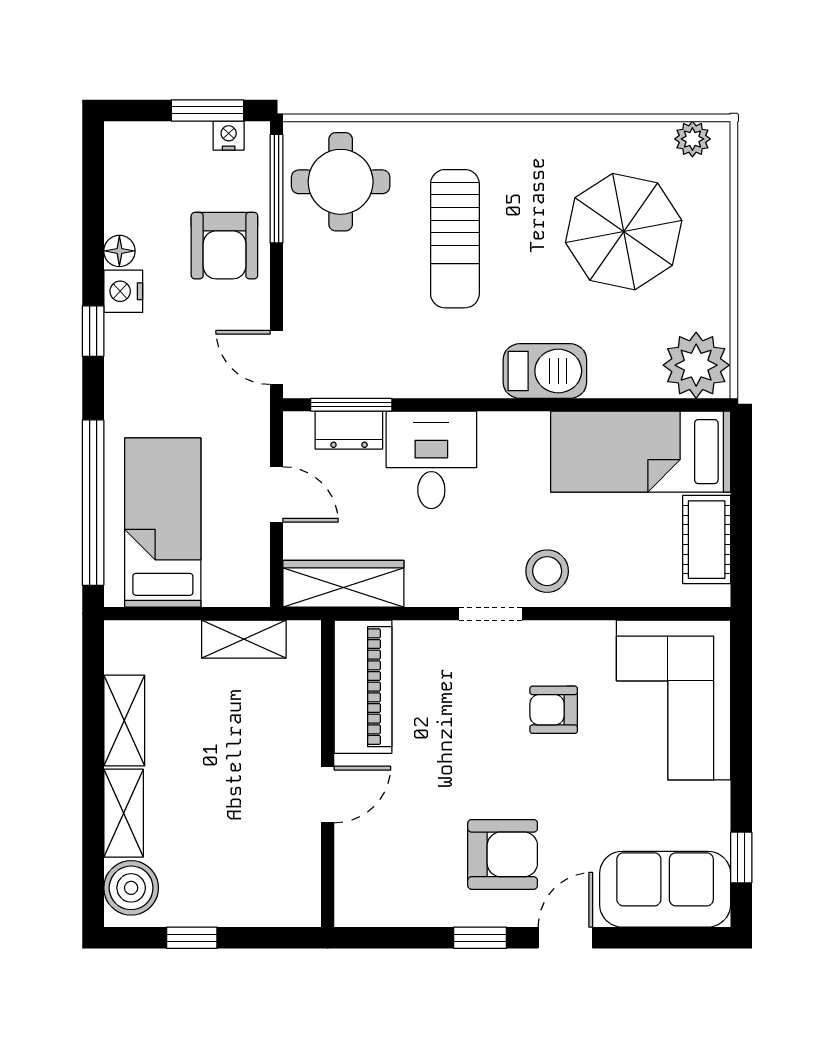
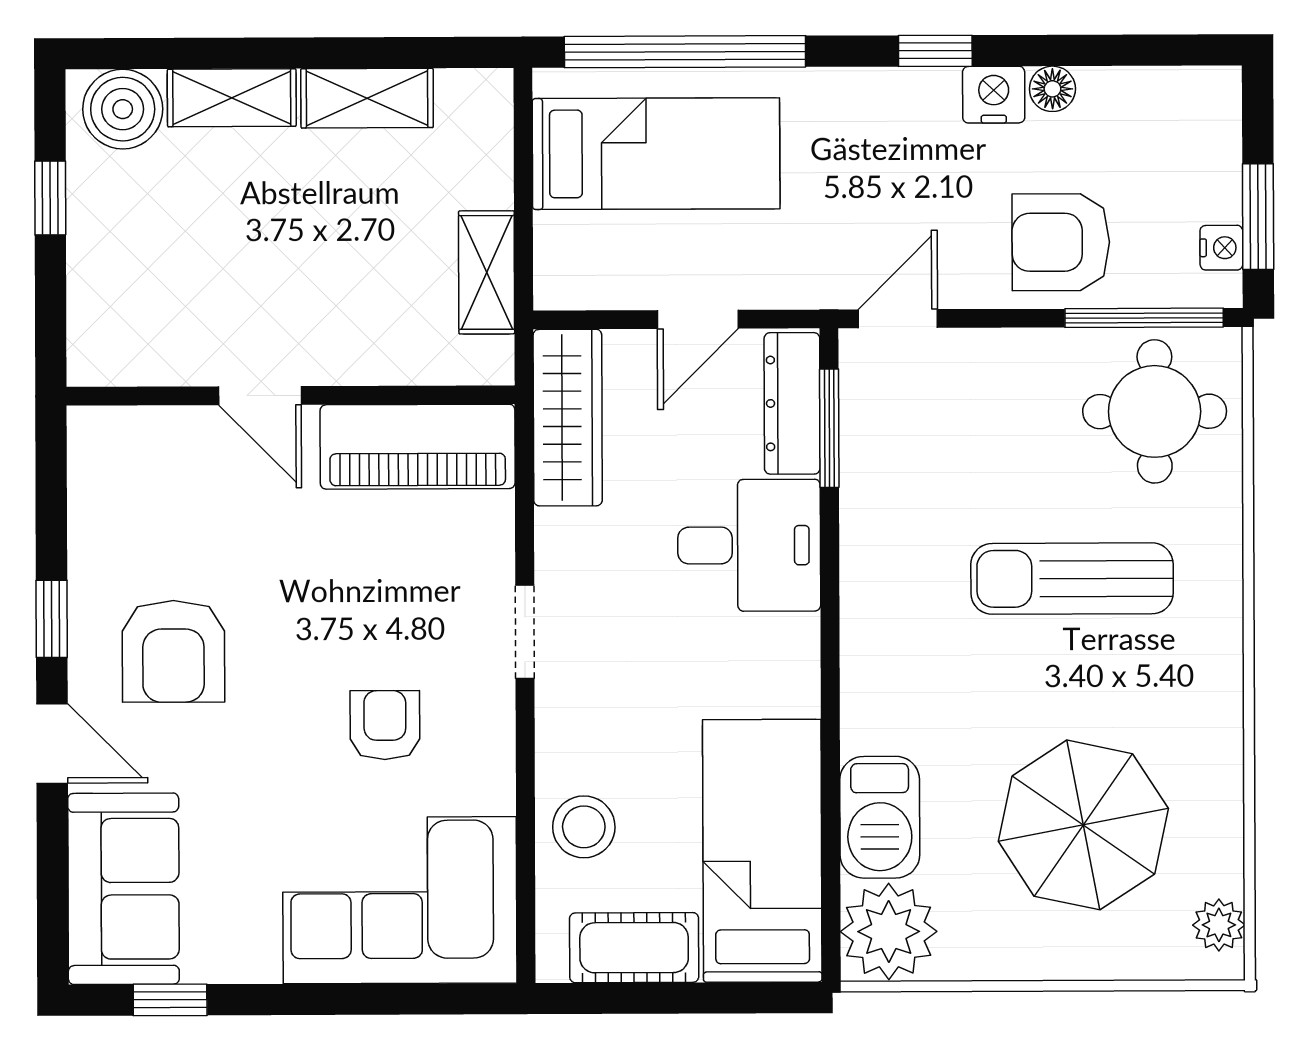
barbecue: (545, 371) -> (880, 817), moved
dresser: (349, 430) -> (792, 403), width x1.44
stool: (547, 571) -> (584, 827), moved

